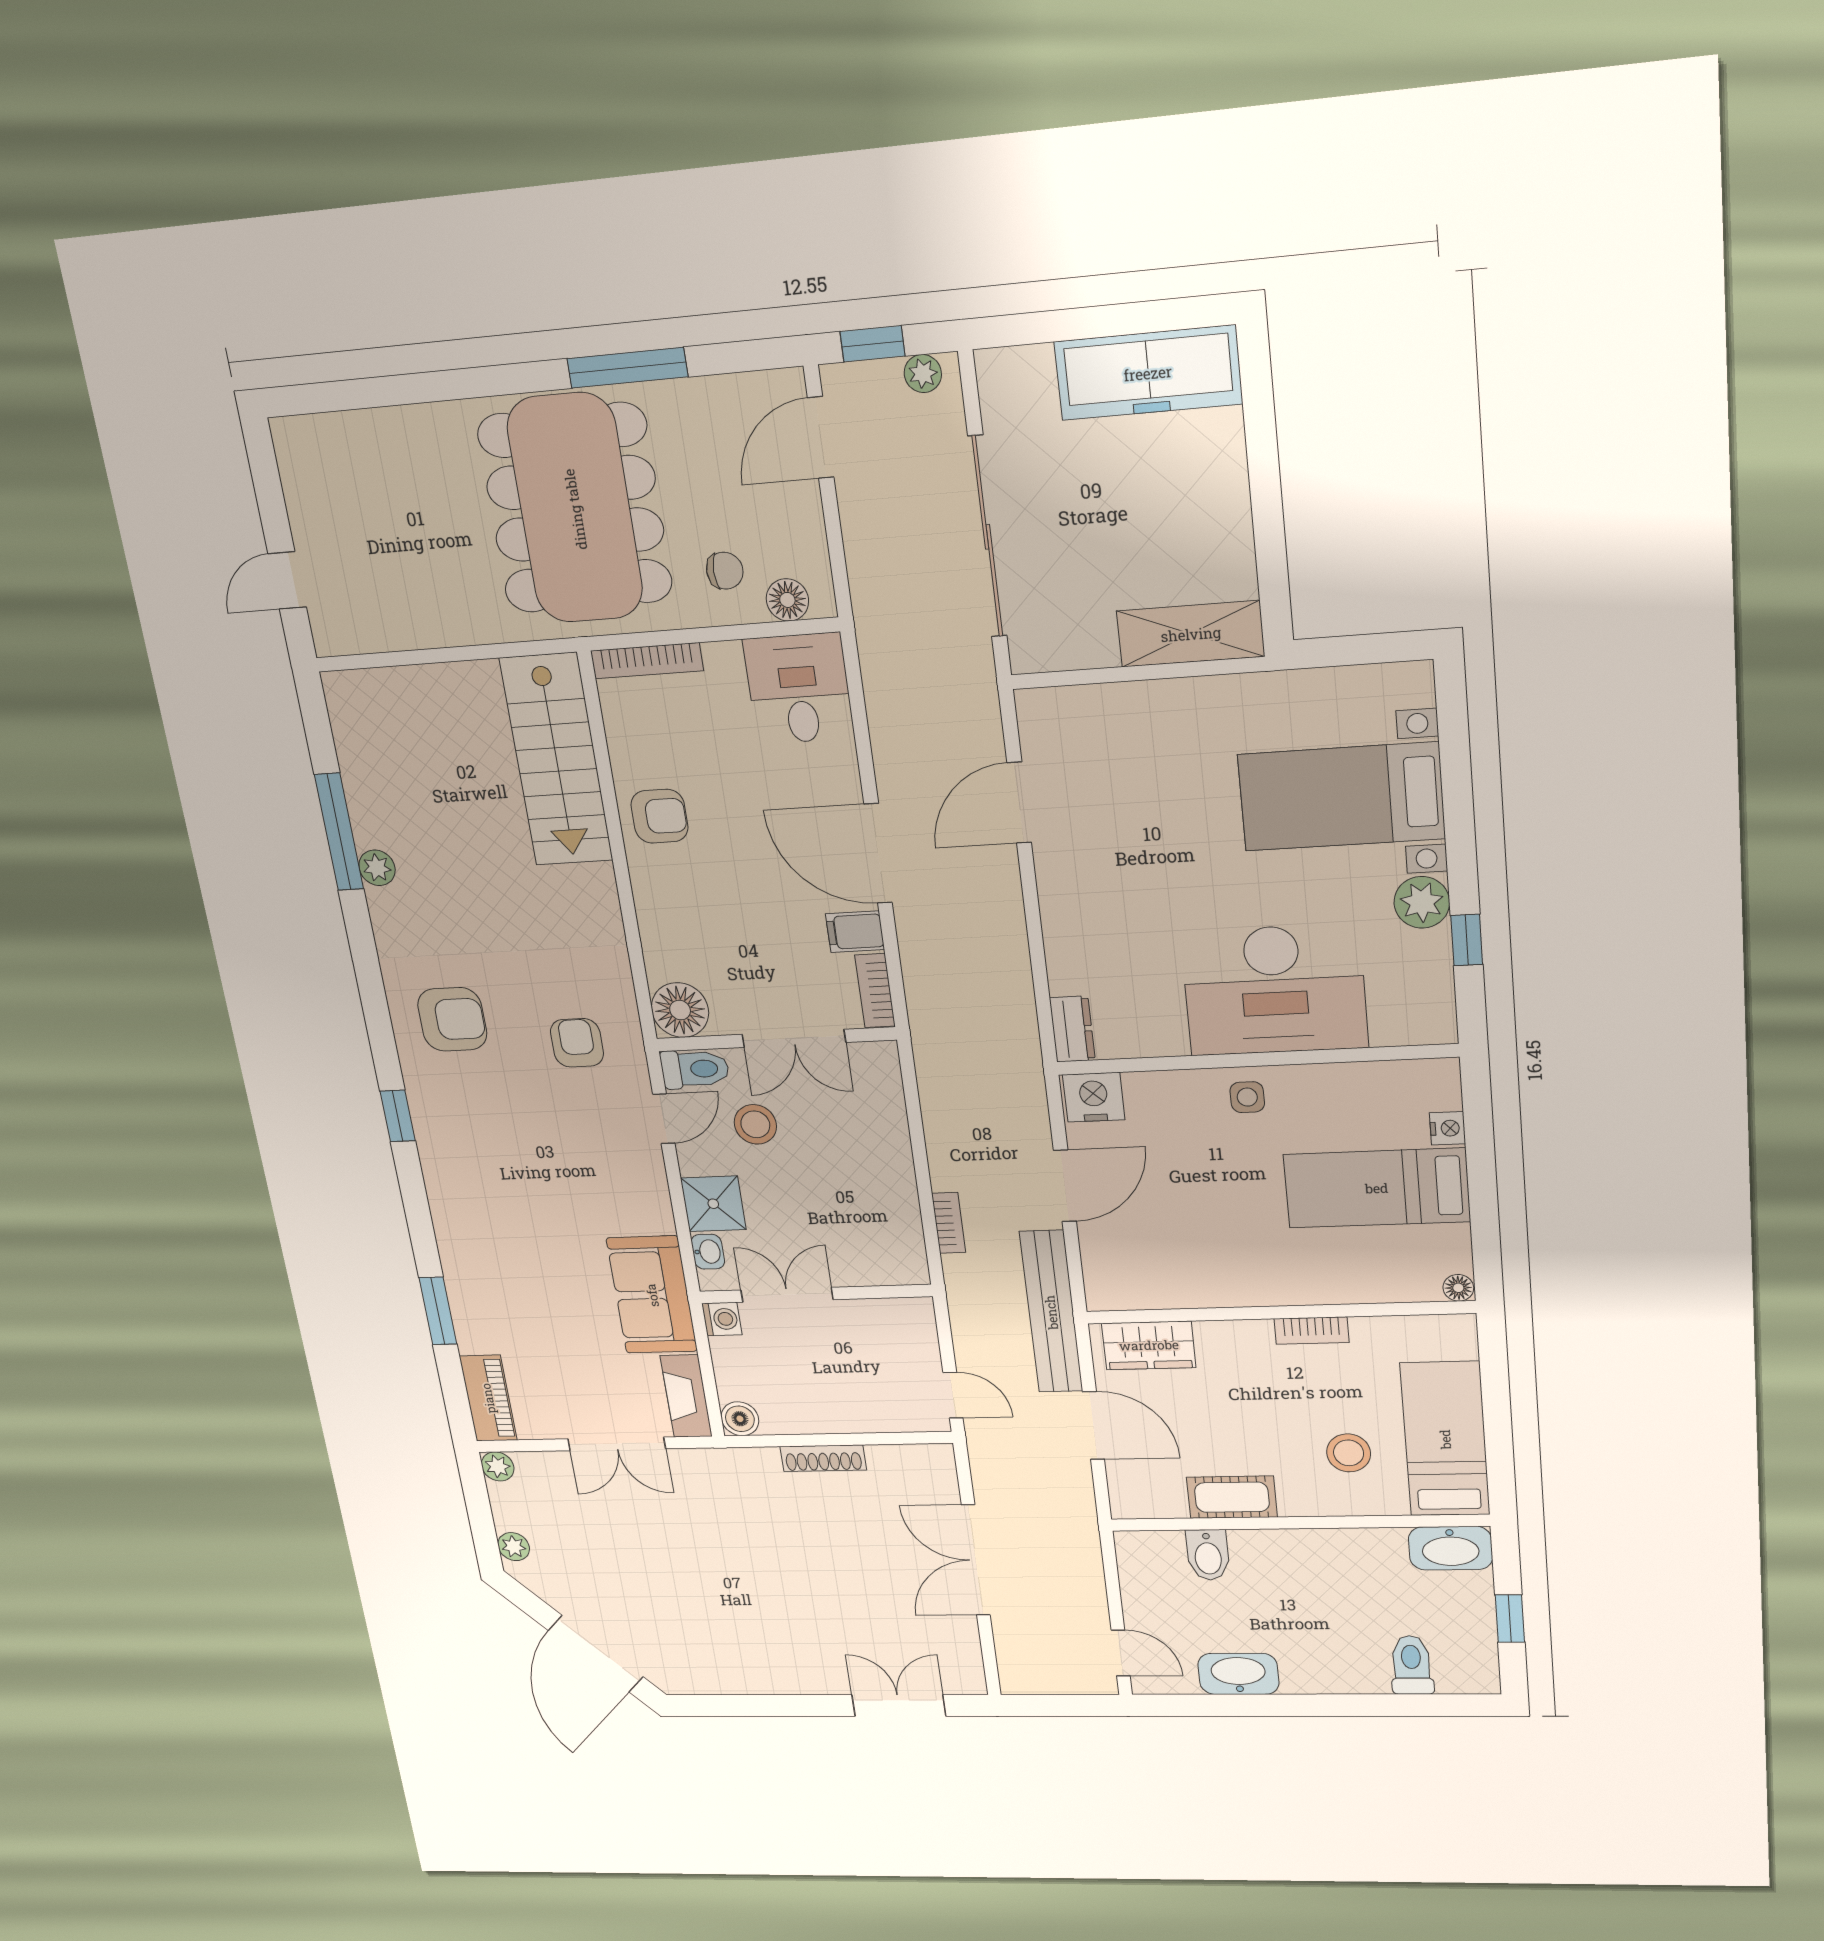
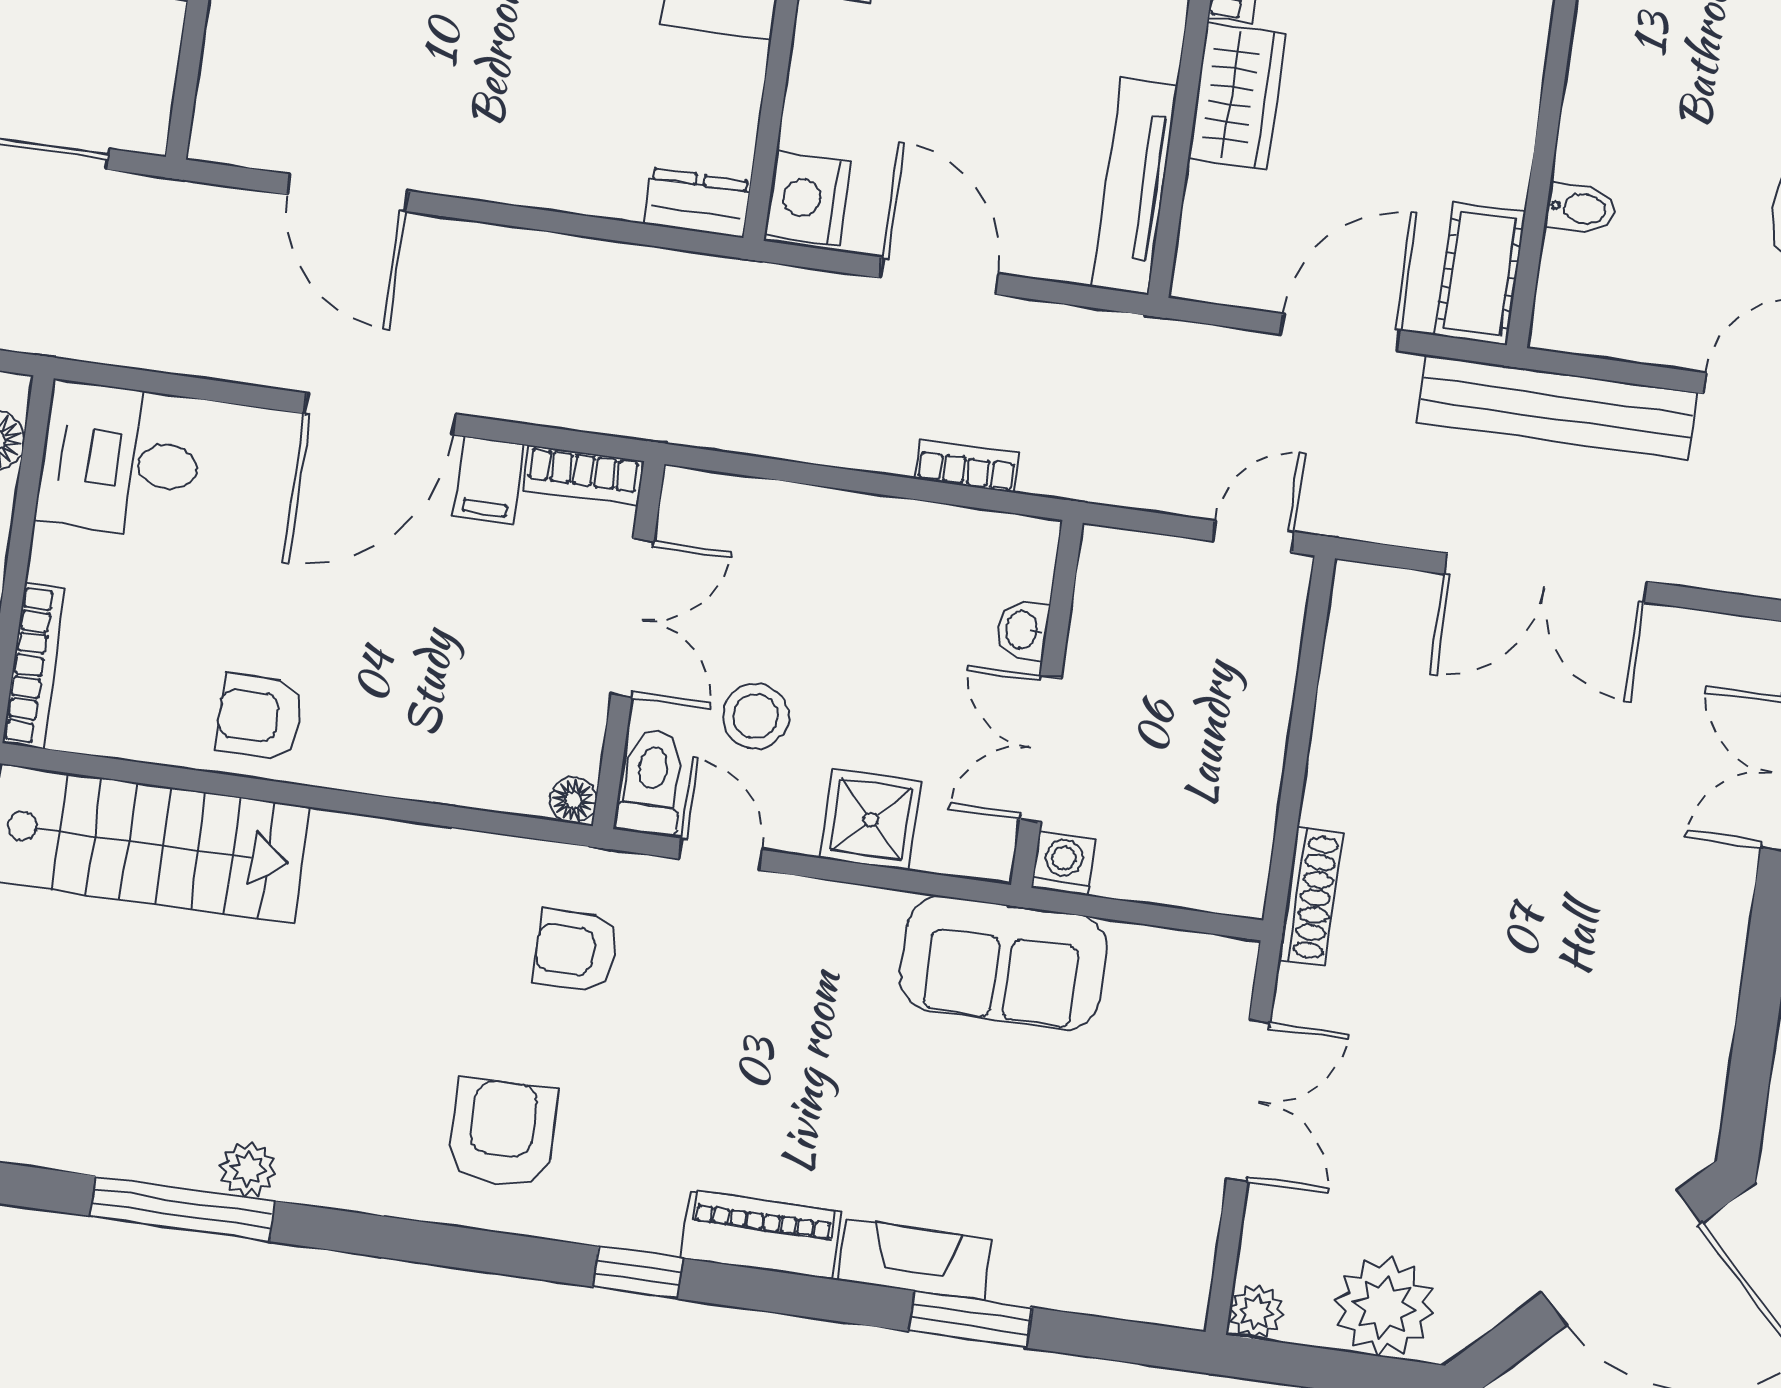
armchair: (659, 816) -> (260, 717), turned -90
floor lamp: (680, 1010) -> (573, 800), width x0.53, depth x0.53
washbasin: (708, 1252) -> (1023, 630), moved, turned -90
tv unit: (1154, 1293) -> (1135, 186), added
bench: (1051, 1312) -> (1557, 407), moved
wardrobe: (1149, 1345) -> (1237, 96), moved
fireplace: (686, 1396) -> (915, 1260), moved, turned 180
piano: (488, 1398) -> (761, 1235), moved
boiler: (740, 1419) -> (1238, 886), removed
shoe rack: (823, 1458) -> (1310, 897), moved
cot: (1232, 1497) -> (1480, 274), moved
plant: (514, 1547) -> (1384, 1307), width x1.88, depth x1.88
bidet: (1208, 1555) -> (1580, 208), width x0.72, depth x0.74

